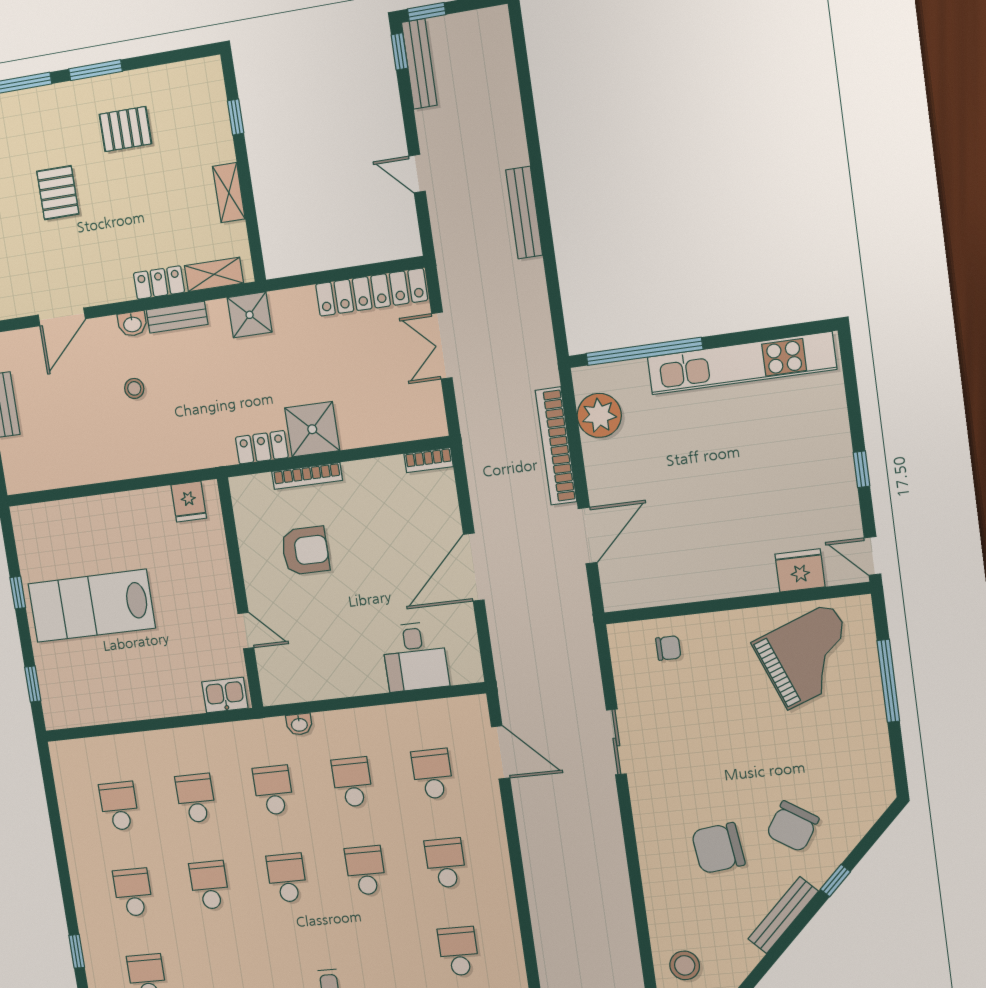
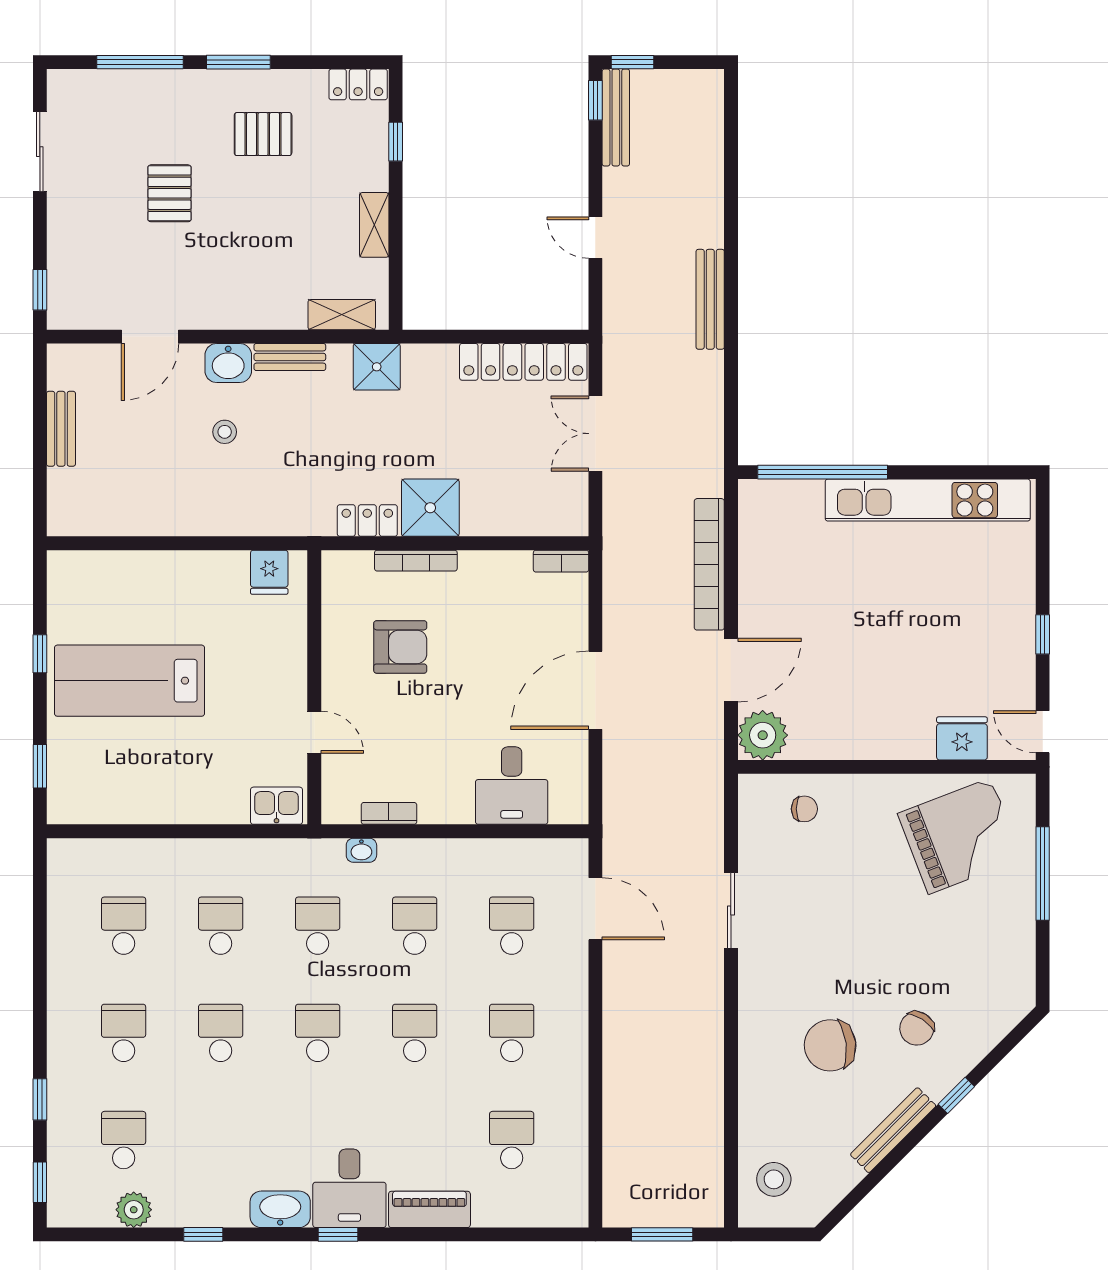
locker: (159, 283) -> (358, 84), moved, turned 180
washbasin: (132, 324) -> (228, 363), width x1.38, depth x1.45
plant: (599, 415) -> (763, 735), moved
bookcase: (317, 691) -> (389, 813), added
chair: (793, 826) -> (917, 1028), width x0.73, depth x0.73

